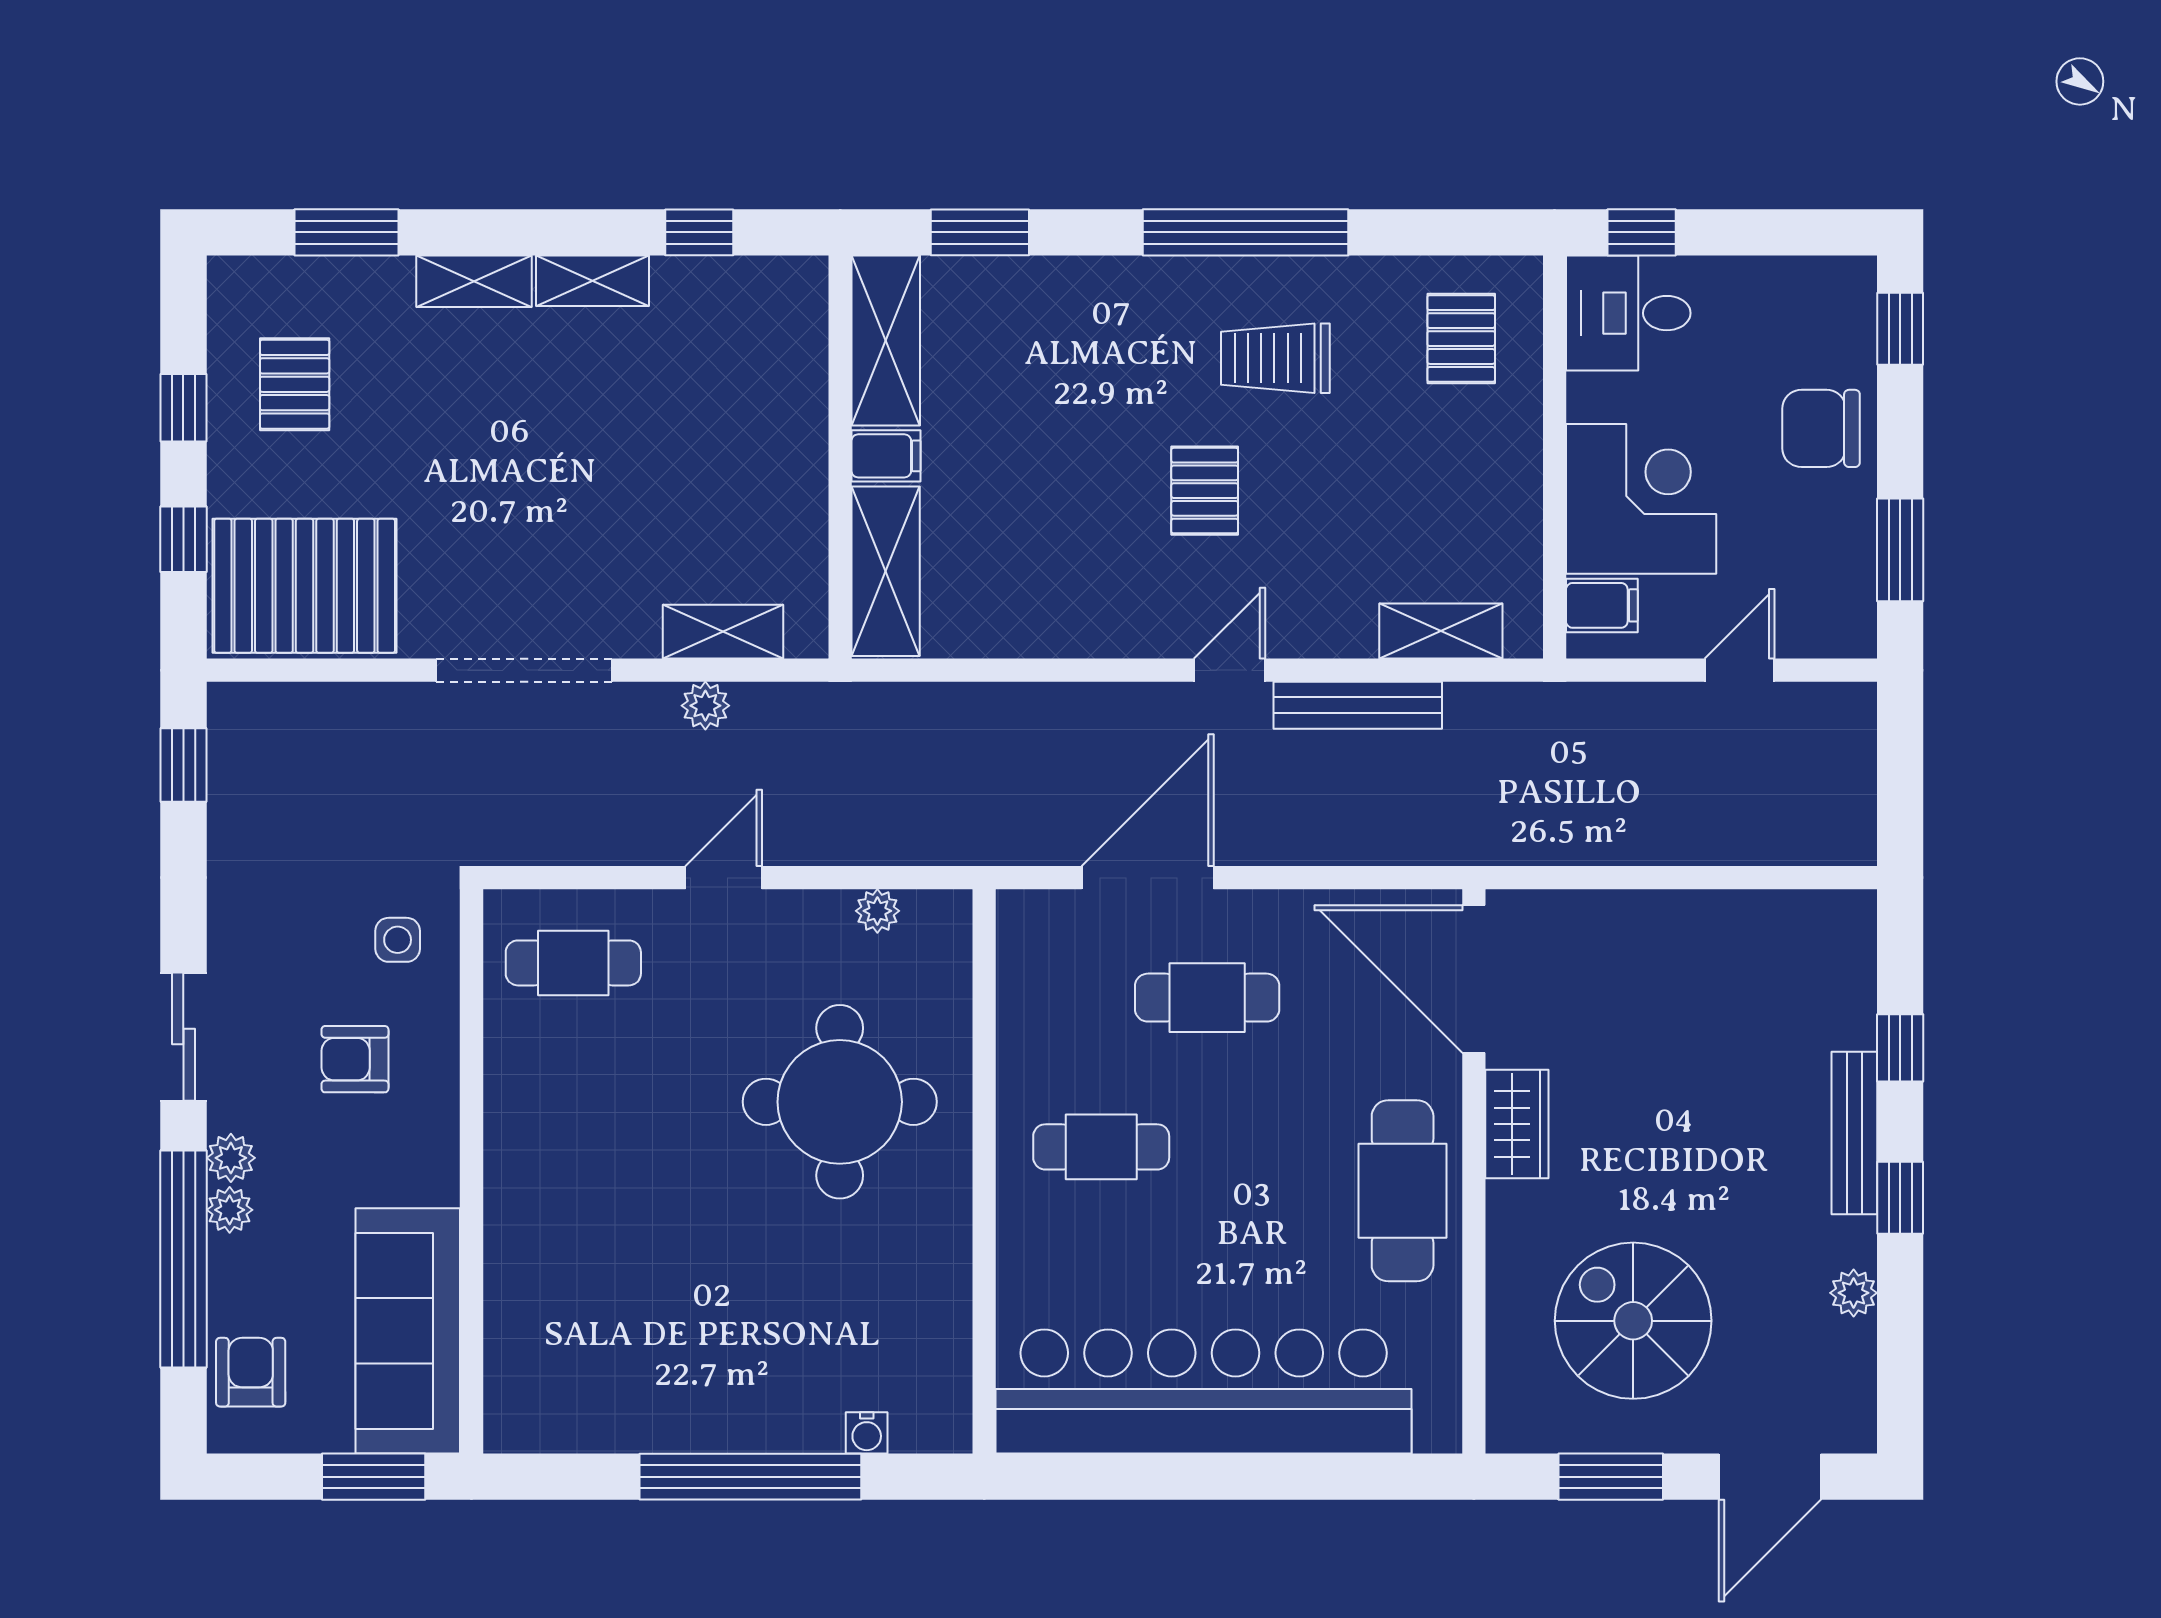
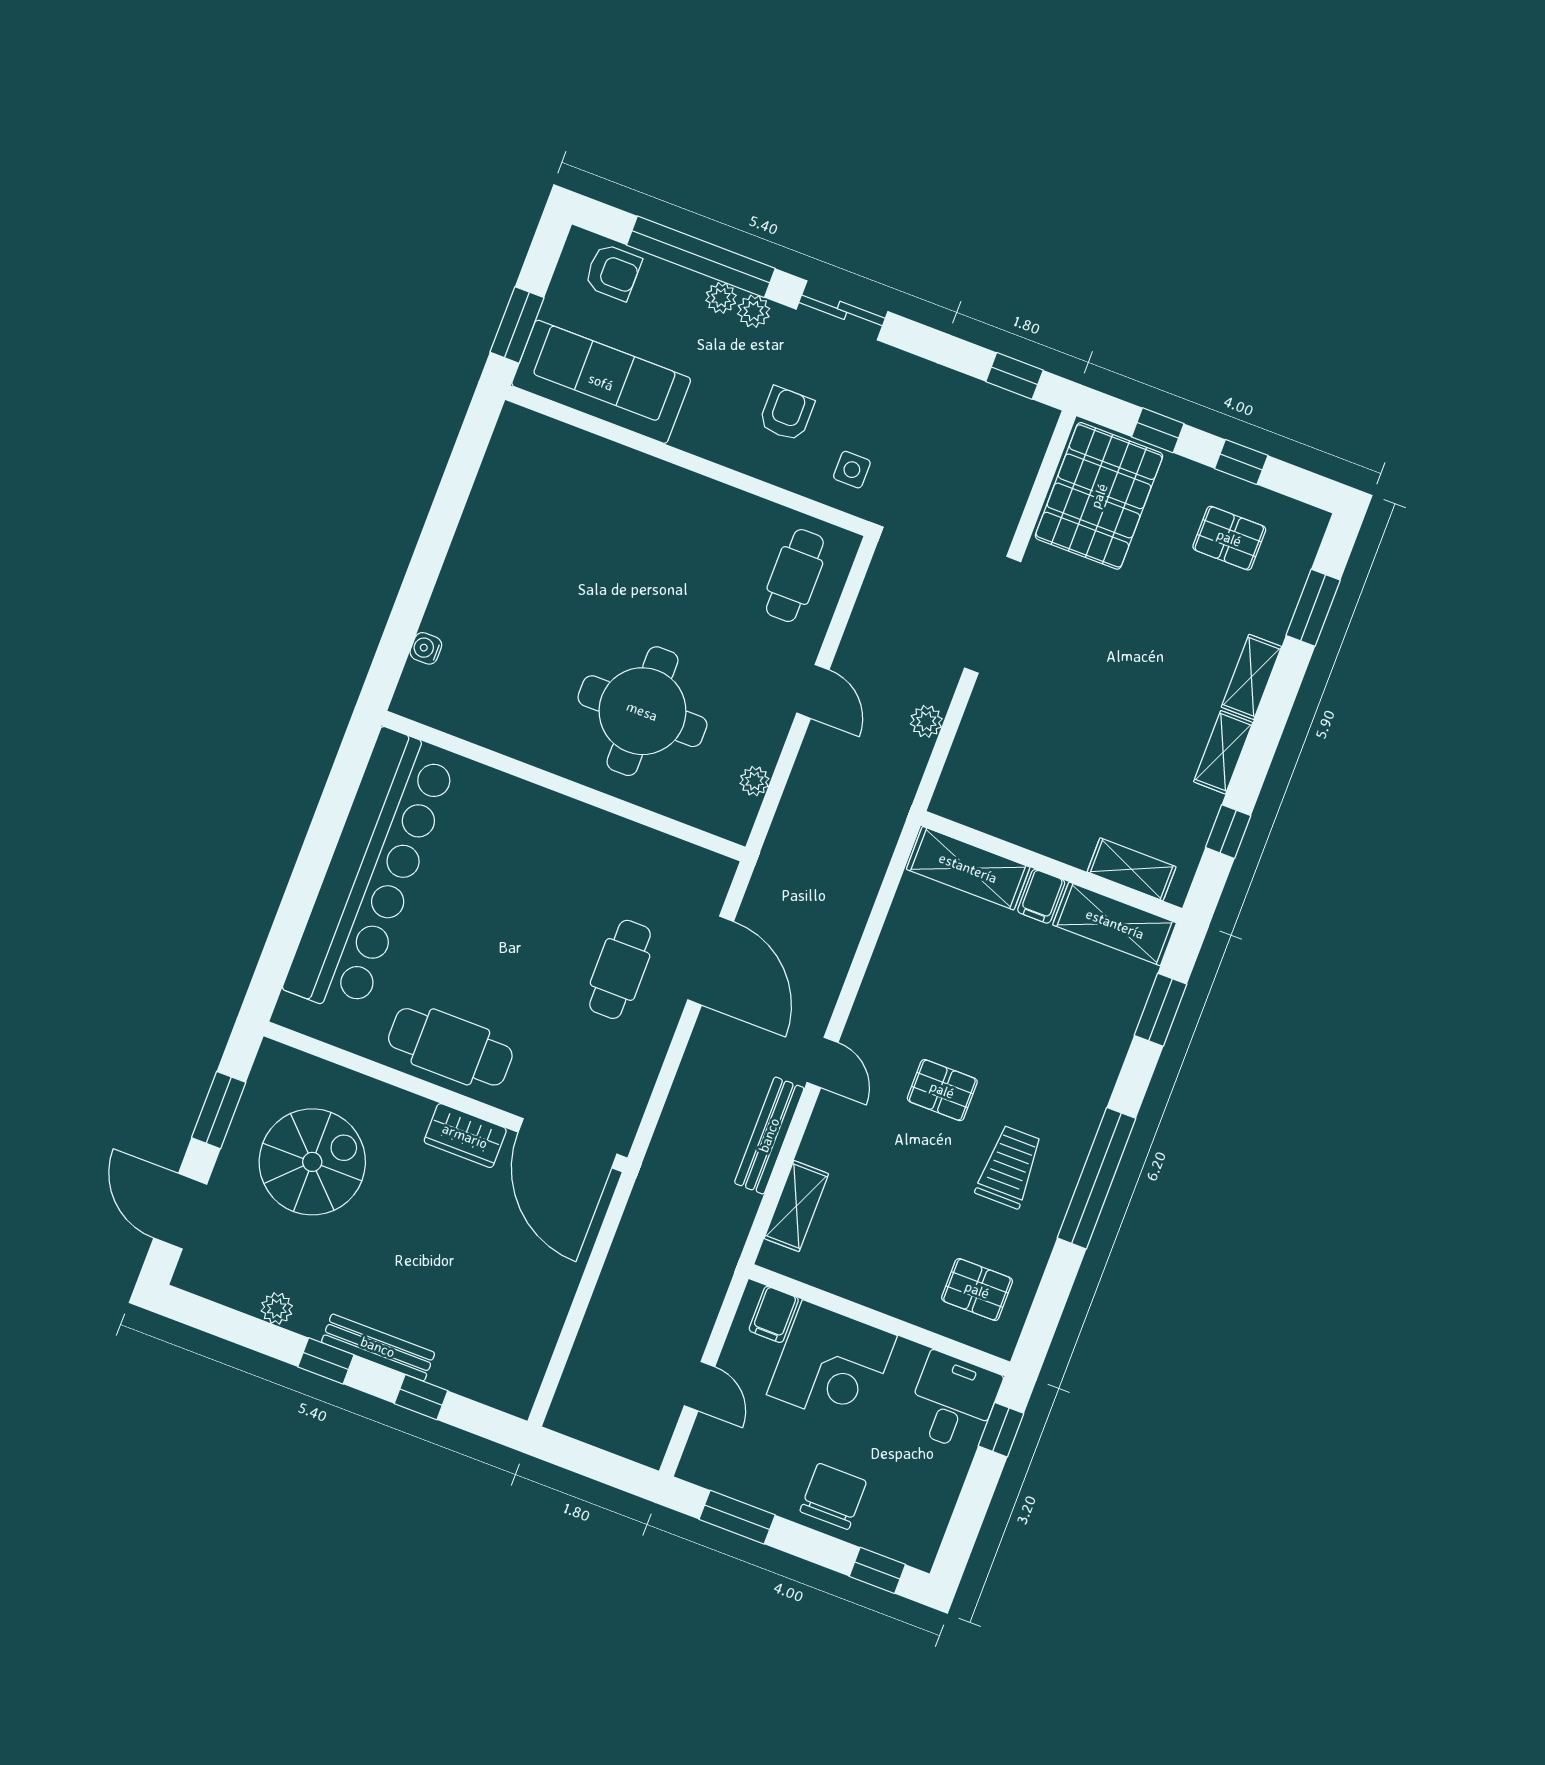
shelving: (723, 632) -> (1132, 869), moved, turned 90
door: (1474, 979) -> (567, 1143), swing flipped
cafe table: (1101, 1147) -> (551, 866), removed
window: (750, 1477) -> (426, 564), removed

